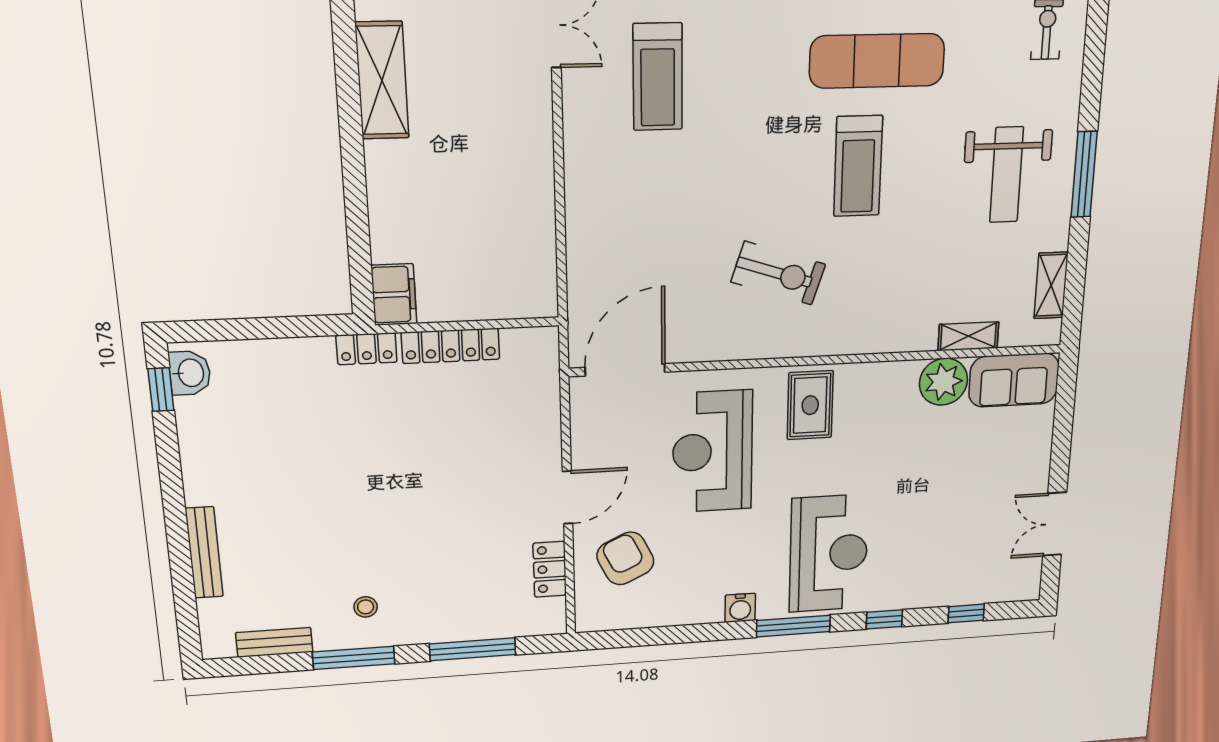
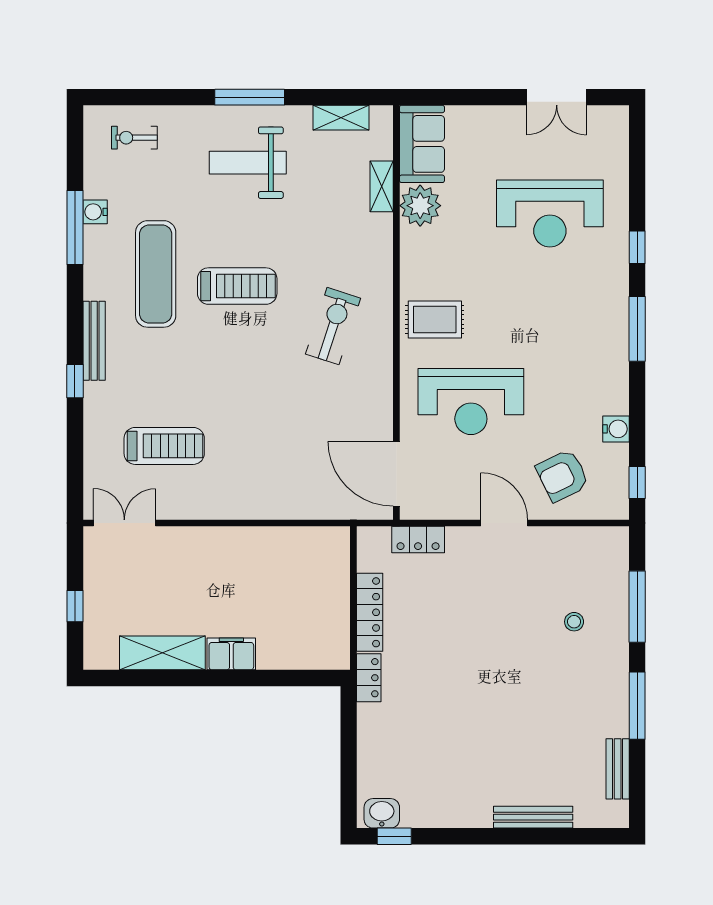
weight bench: (1007, 175) -> (248, 163), turned 180
exercise bike: (778, 273) -> (333, 326), moved
filing cabinet: (394, 294) -> (231, 654), moved
reception desk: (829, 553) -> (550, 214), moved, turned 180
locker: (550, 569) -> (418, 539), moved
stool: (366, 607) -> (574, 622), moved
water cooler: (740, 608) -> (616, 429), moved
window: (966, 613) -> (637, 483), moved

